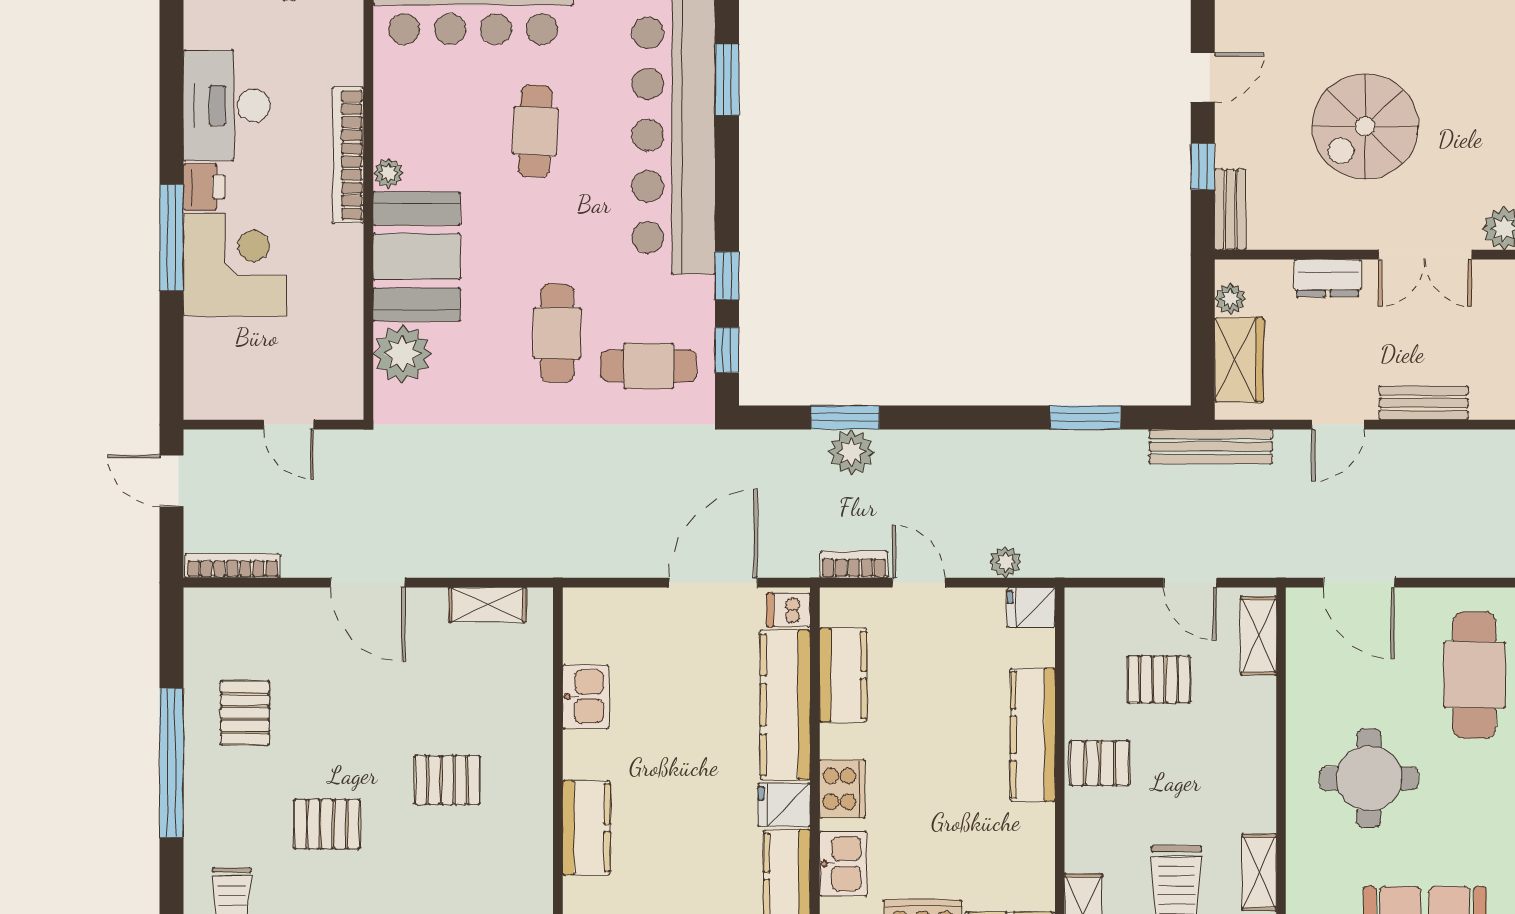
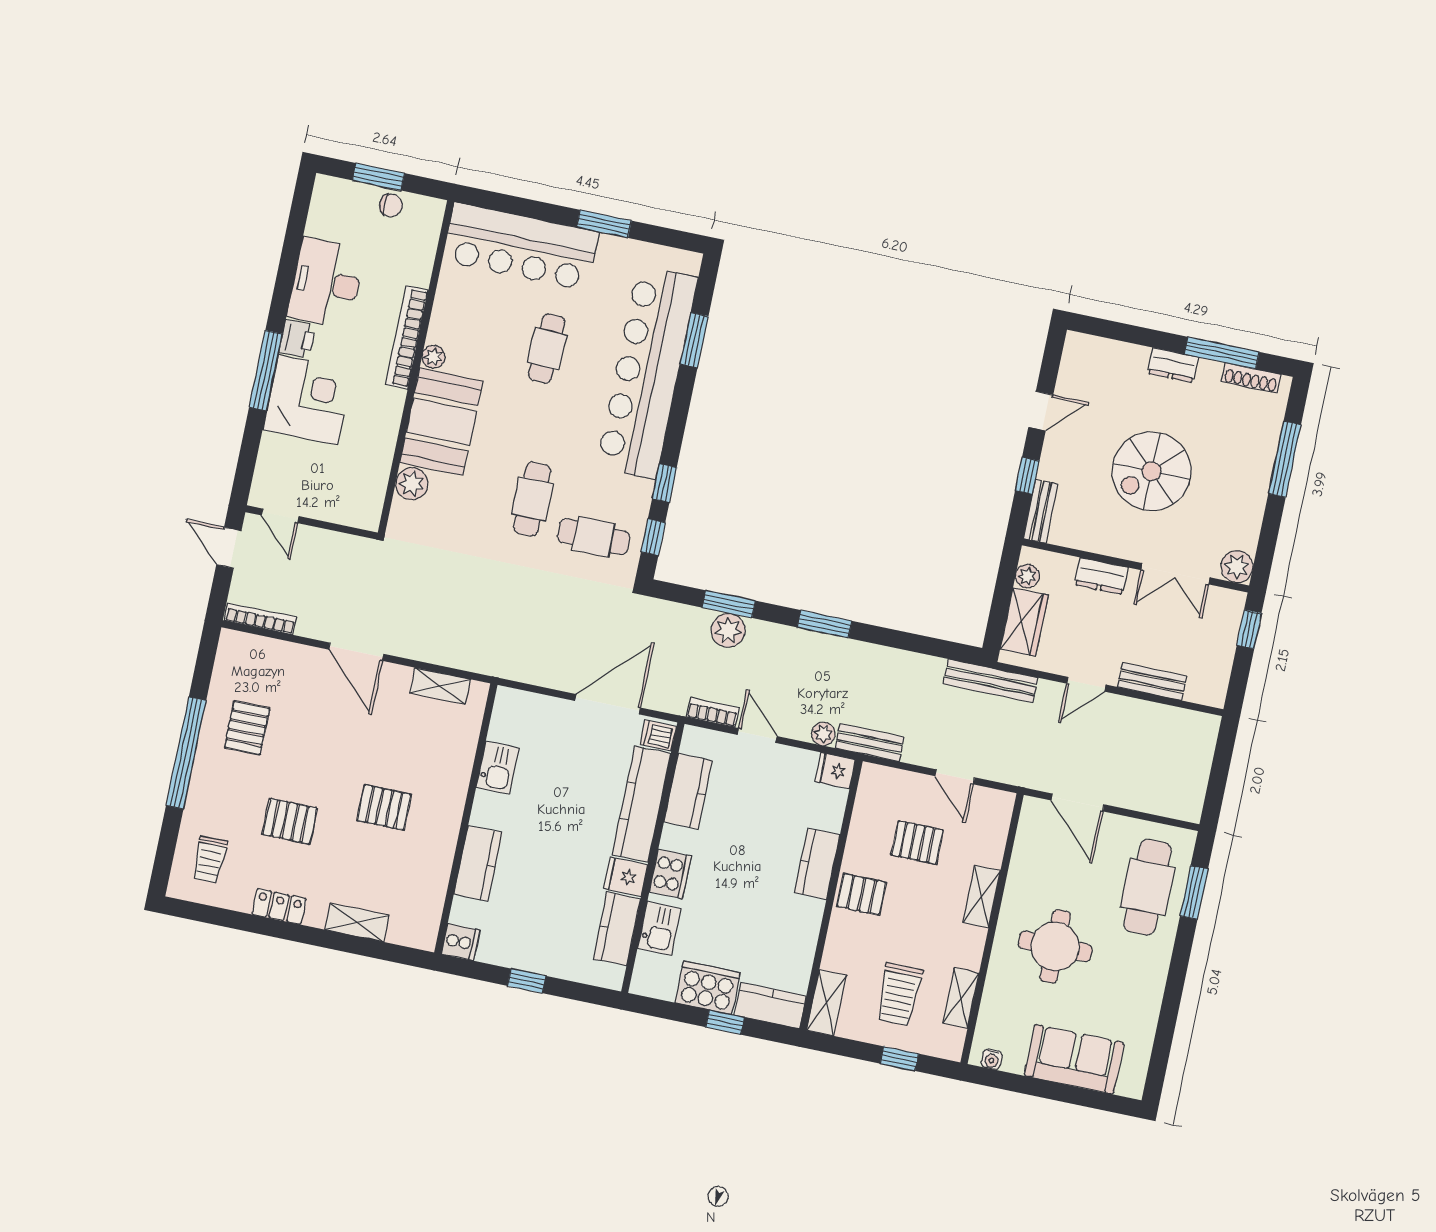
plant: (402, 354) -> (412, 484), width x0.73, depth x0.73
window: (1085, 417) -> (825, 624), moved
door: (289, 425) -> (280, 516), moved
bench: (1068, 561) -> (869, 743), added
shelving: (1259, 636) -> (982, 897), moved
kitchen counter: (1033, 735) -> (817, 864), width x0.67

